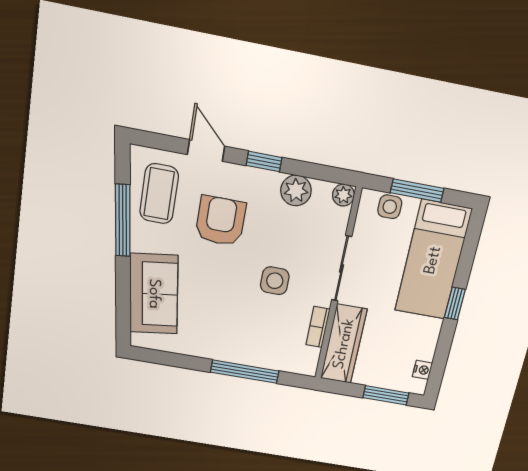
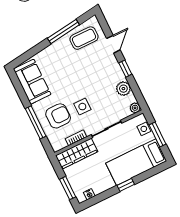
armchair: (221, 221) -> (58, 116), moved
sofa: (154, 294) -> (32, 82), moved, turned -82

